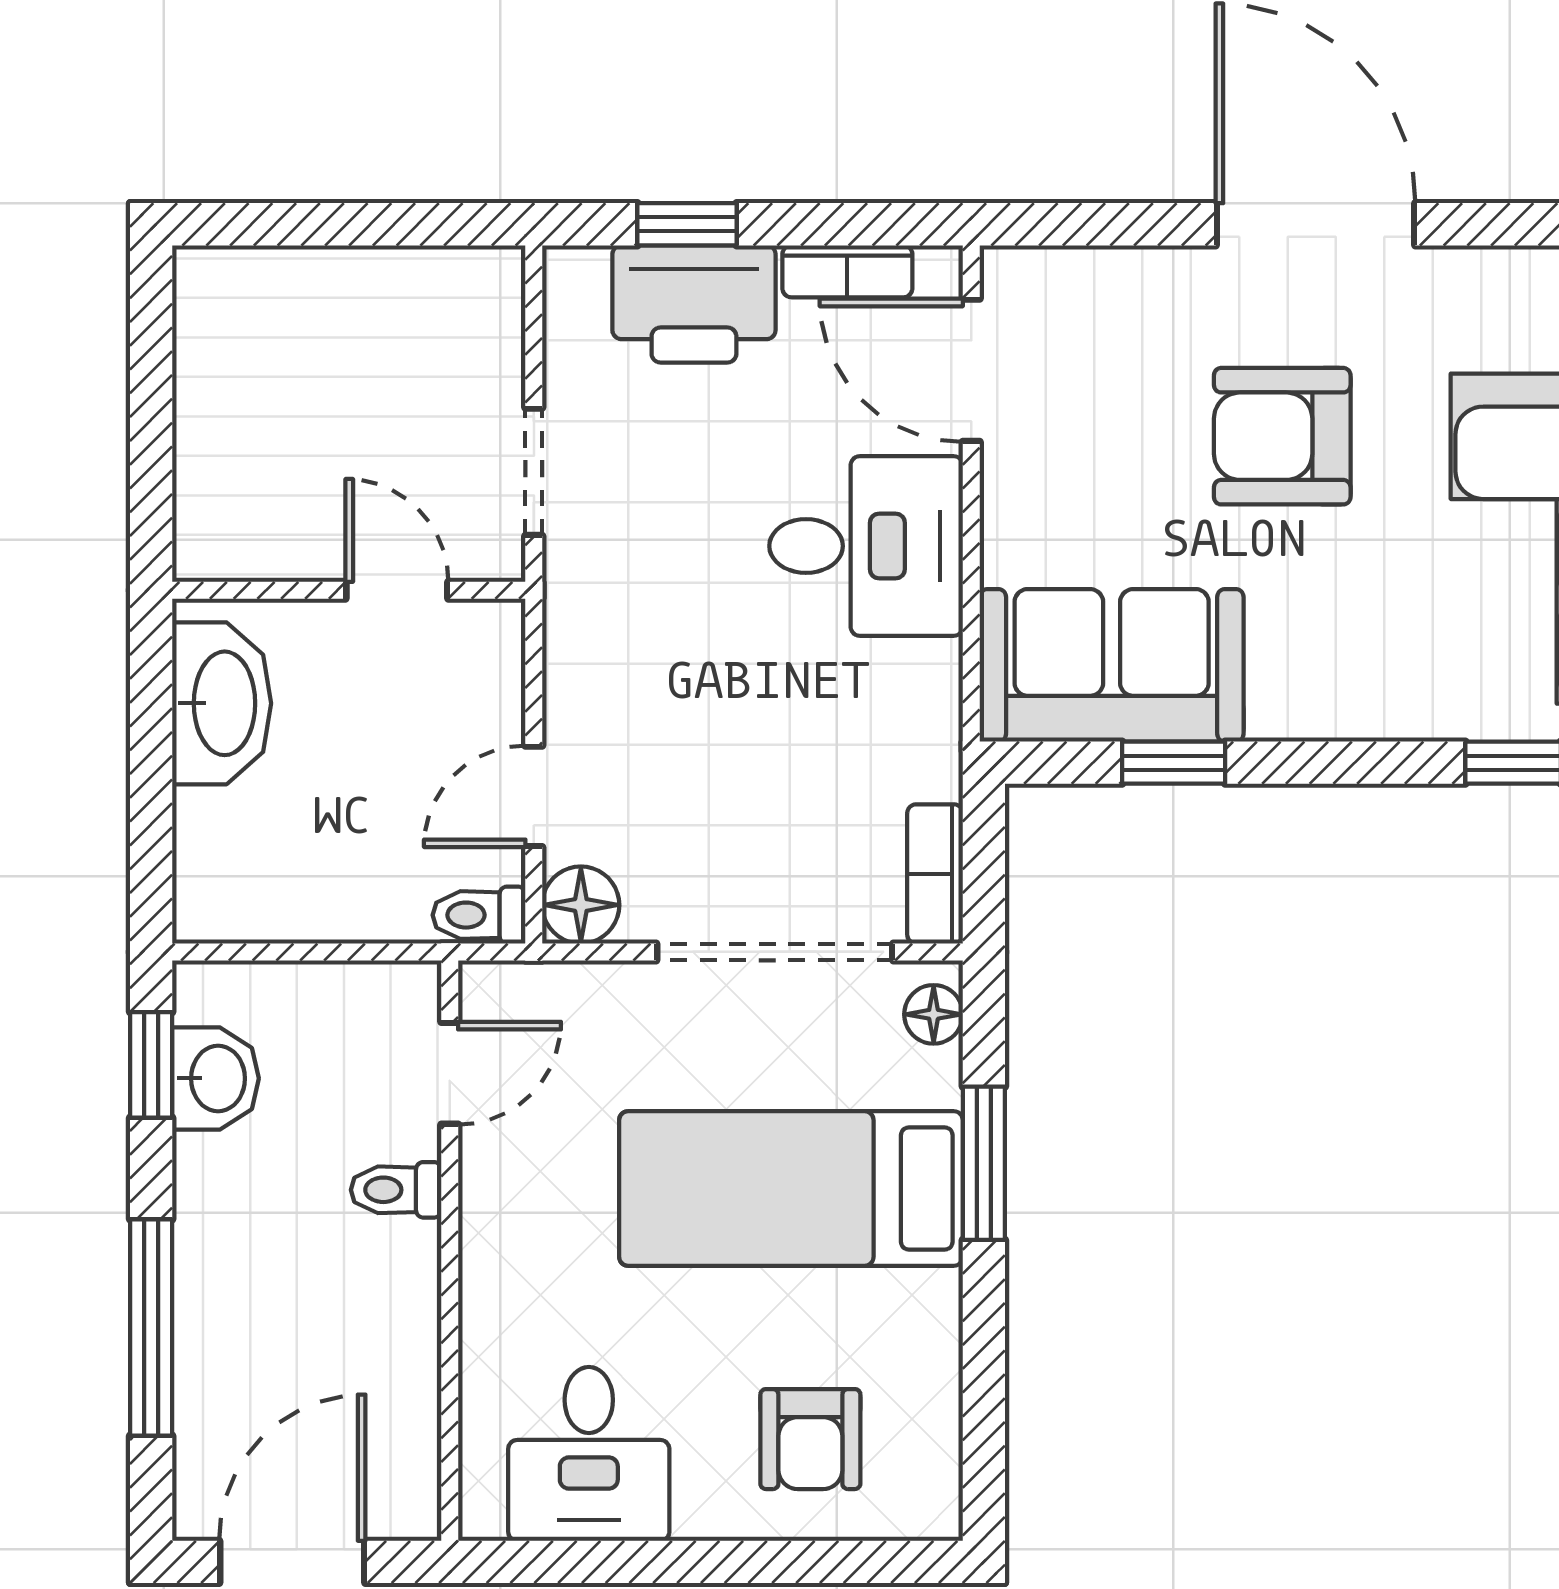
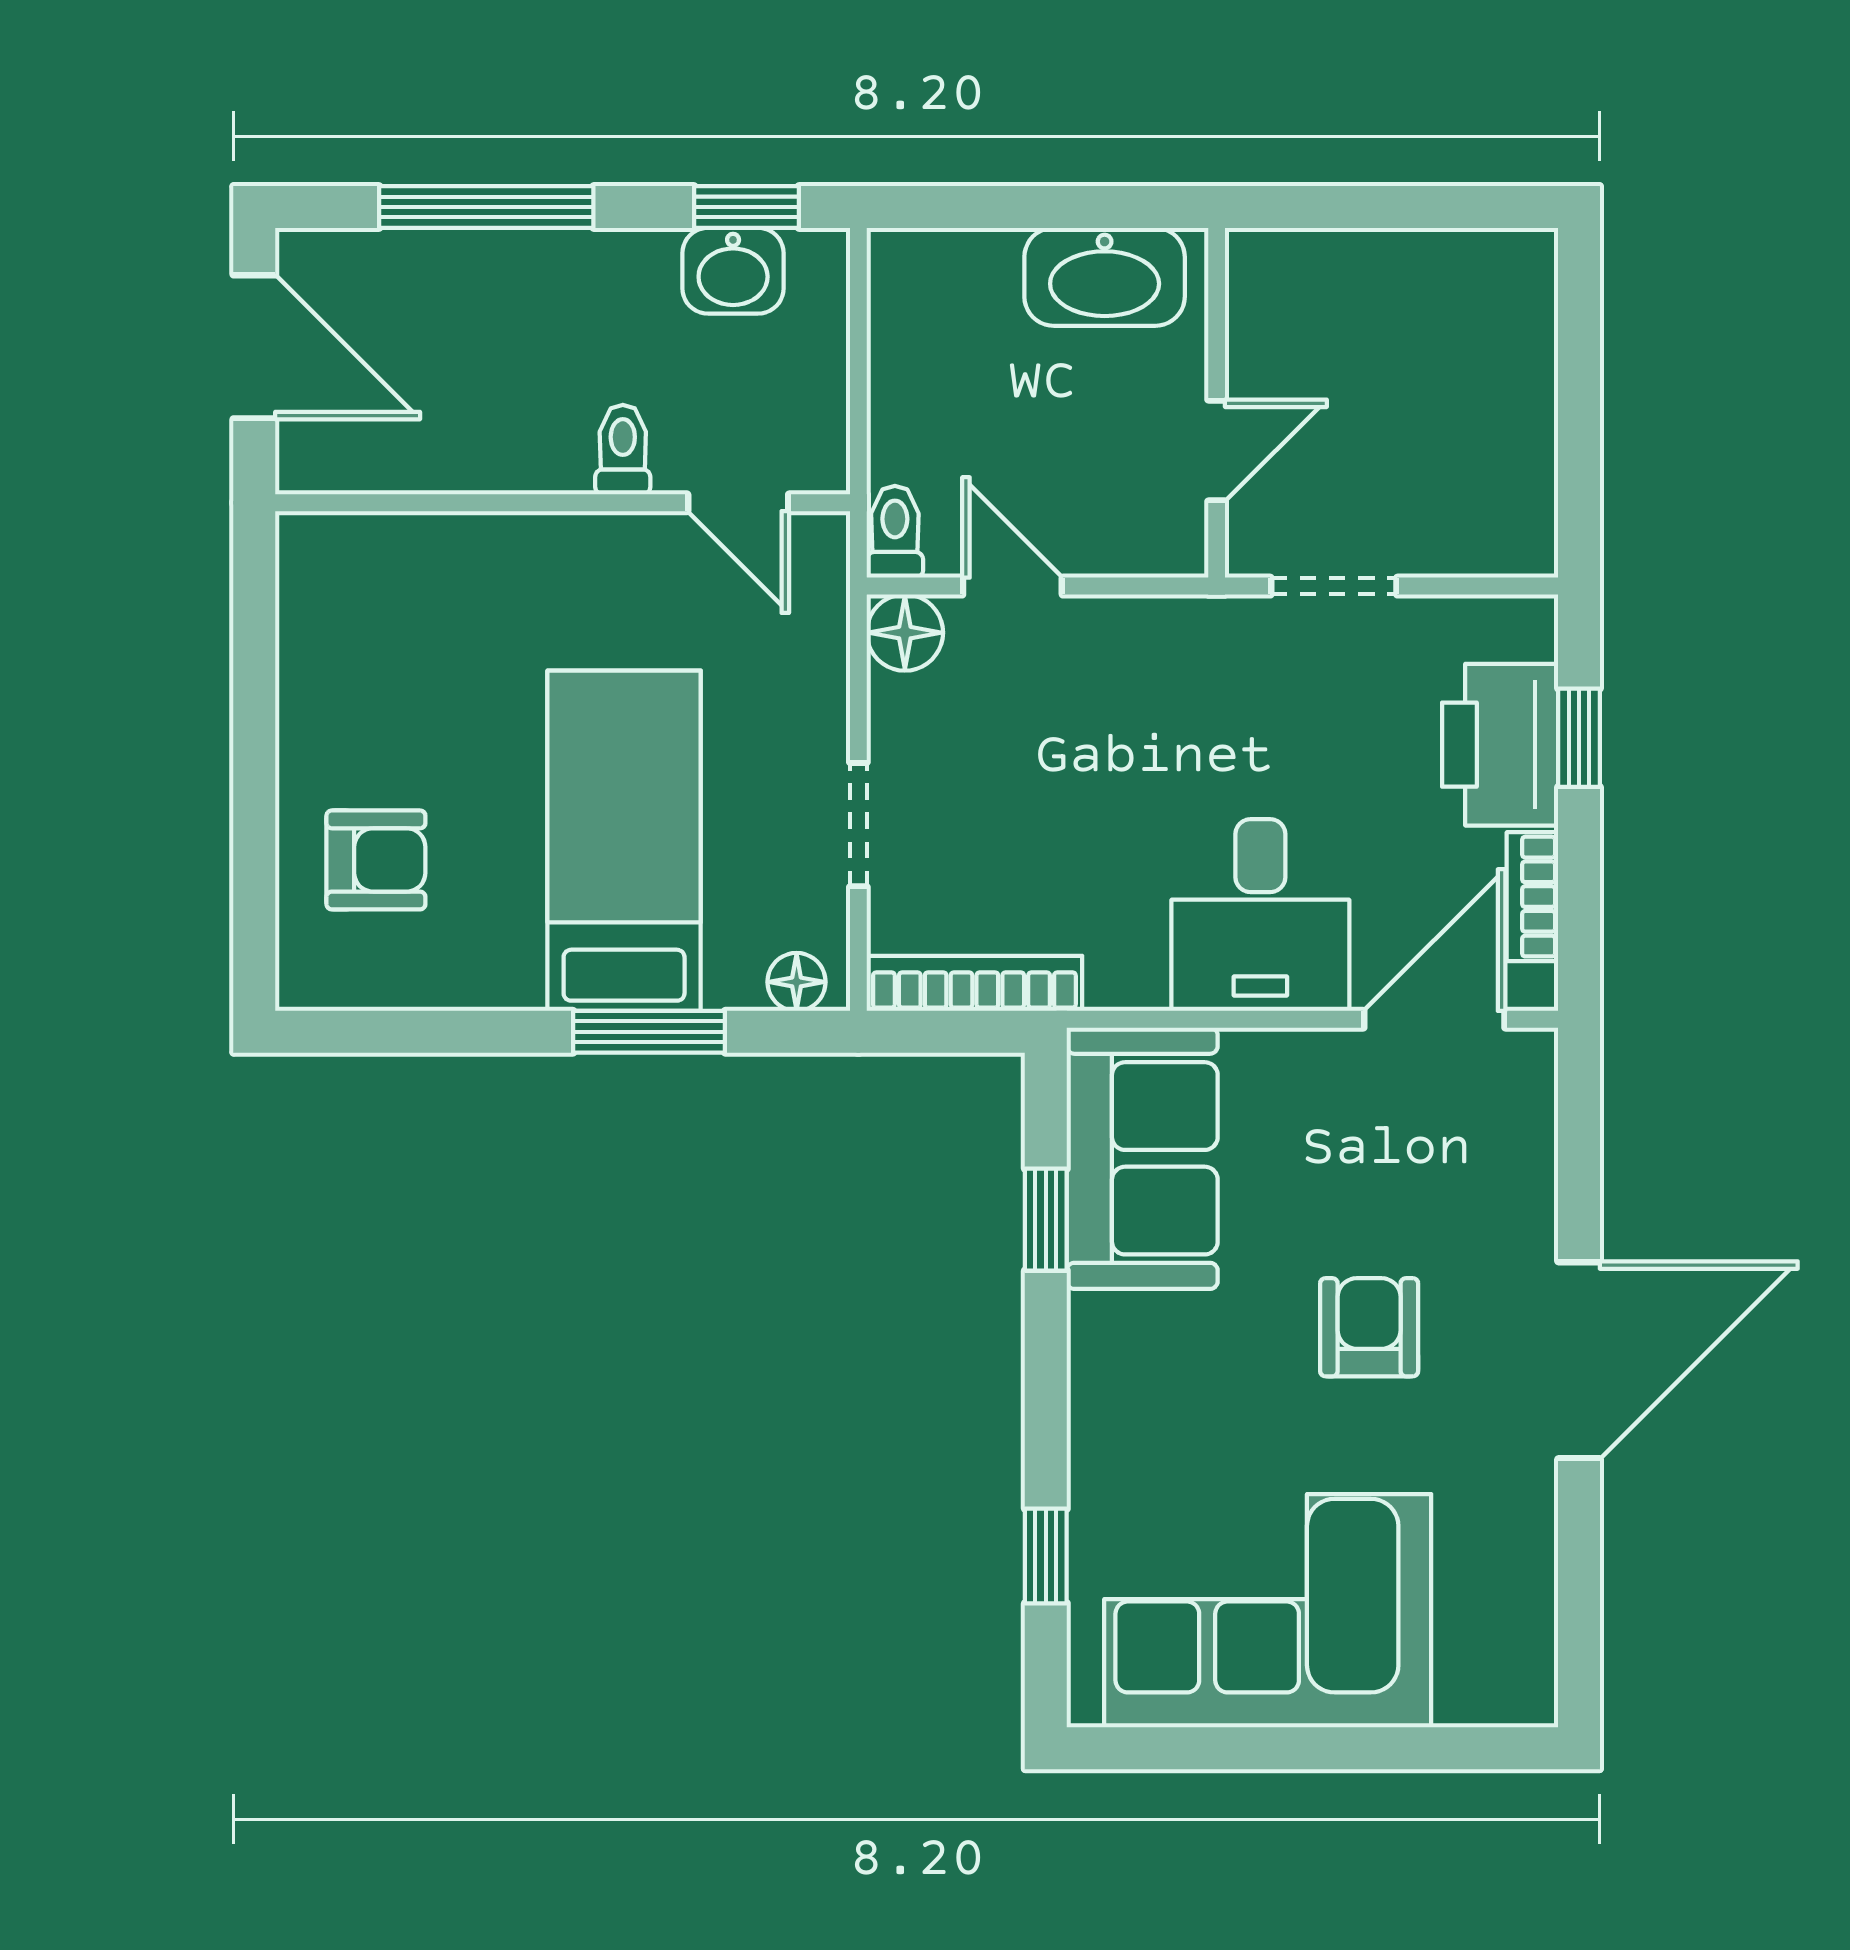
armchair: (1282, 436) -> (1369, 1327), width x0.72, depth x0.72
bookcase: (935, 874) -> (974, 983), width x1.56
doorway: (775, 952) -> (858, 825), width x0.53
armchair: (810, 1439) -> (376, 860), turned 180
desk: (589, 1454) -> (361, 640), removed

